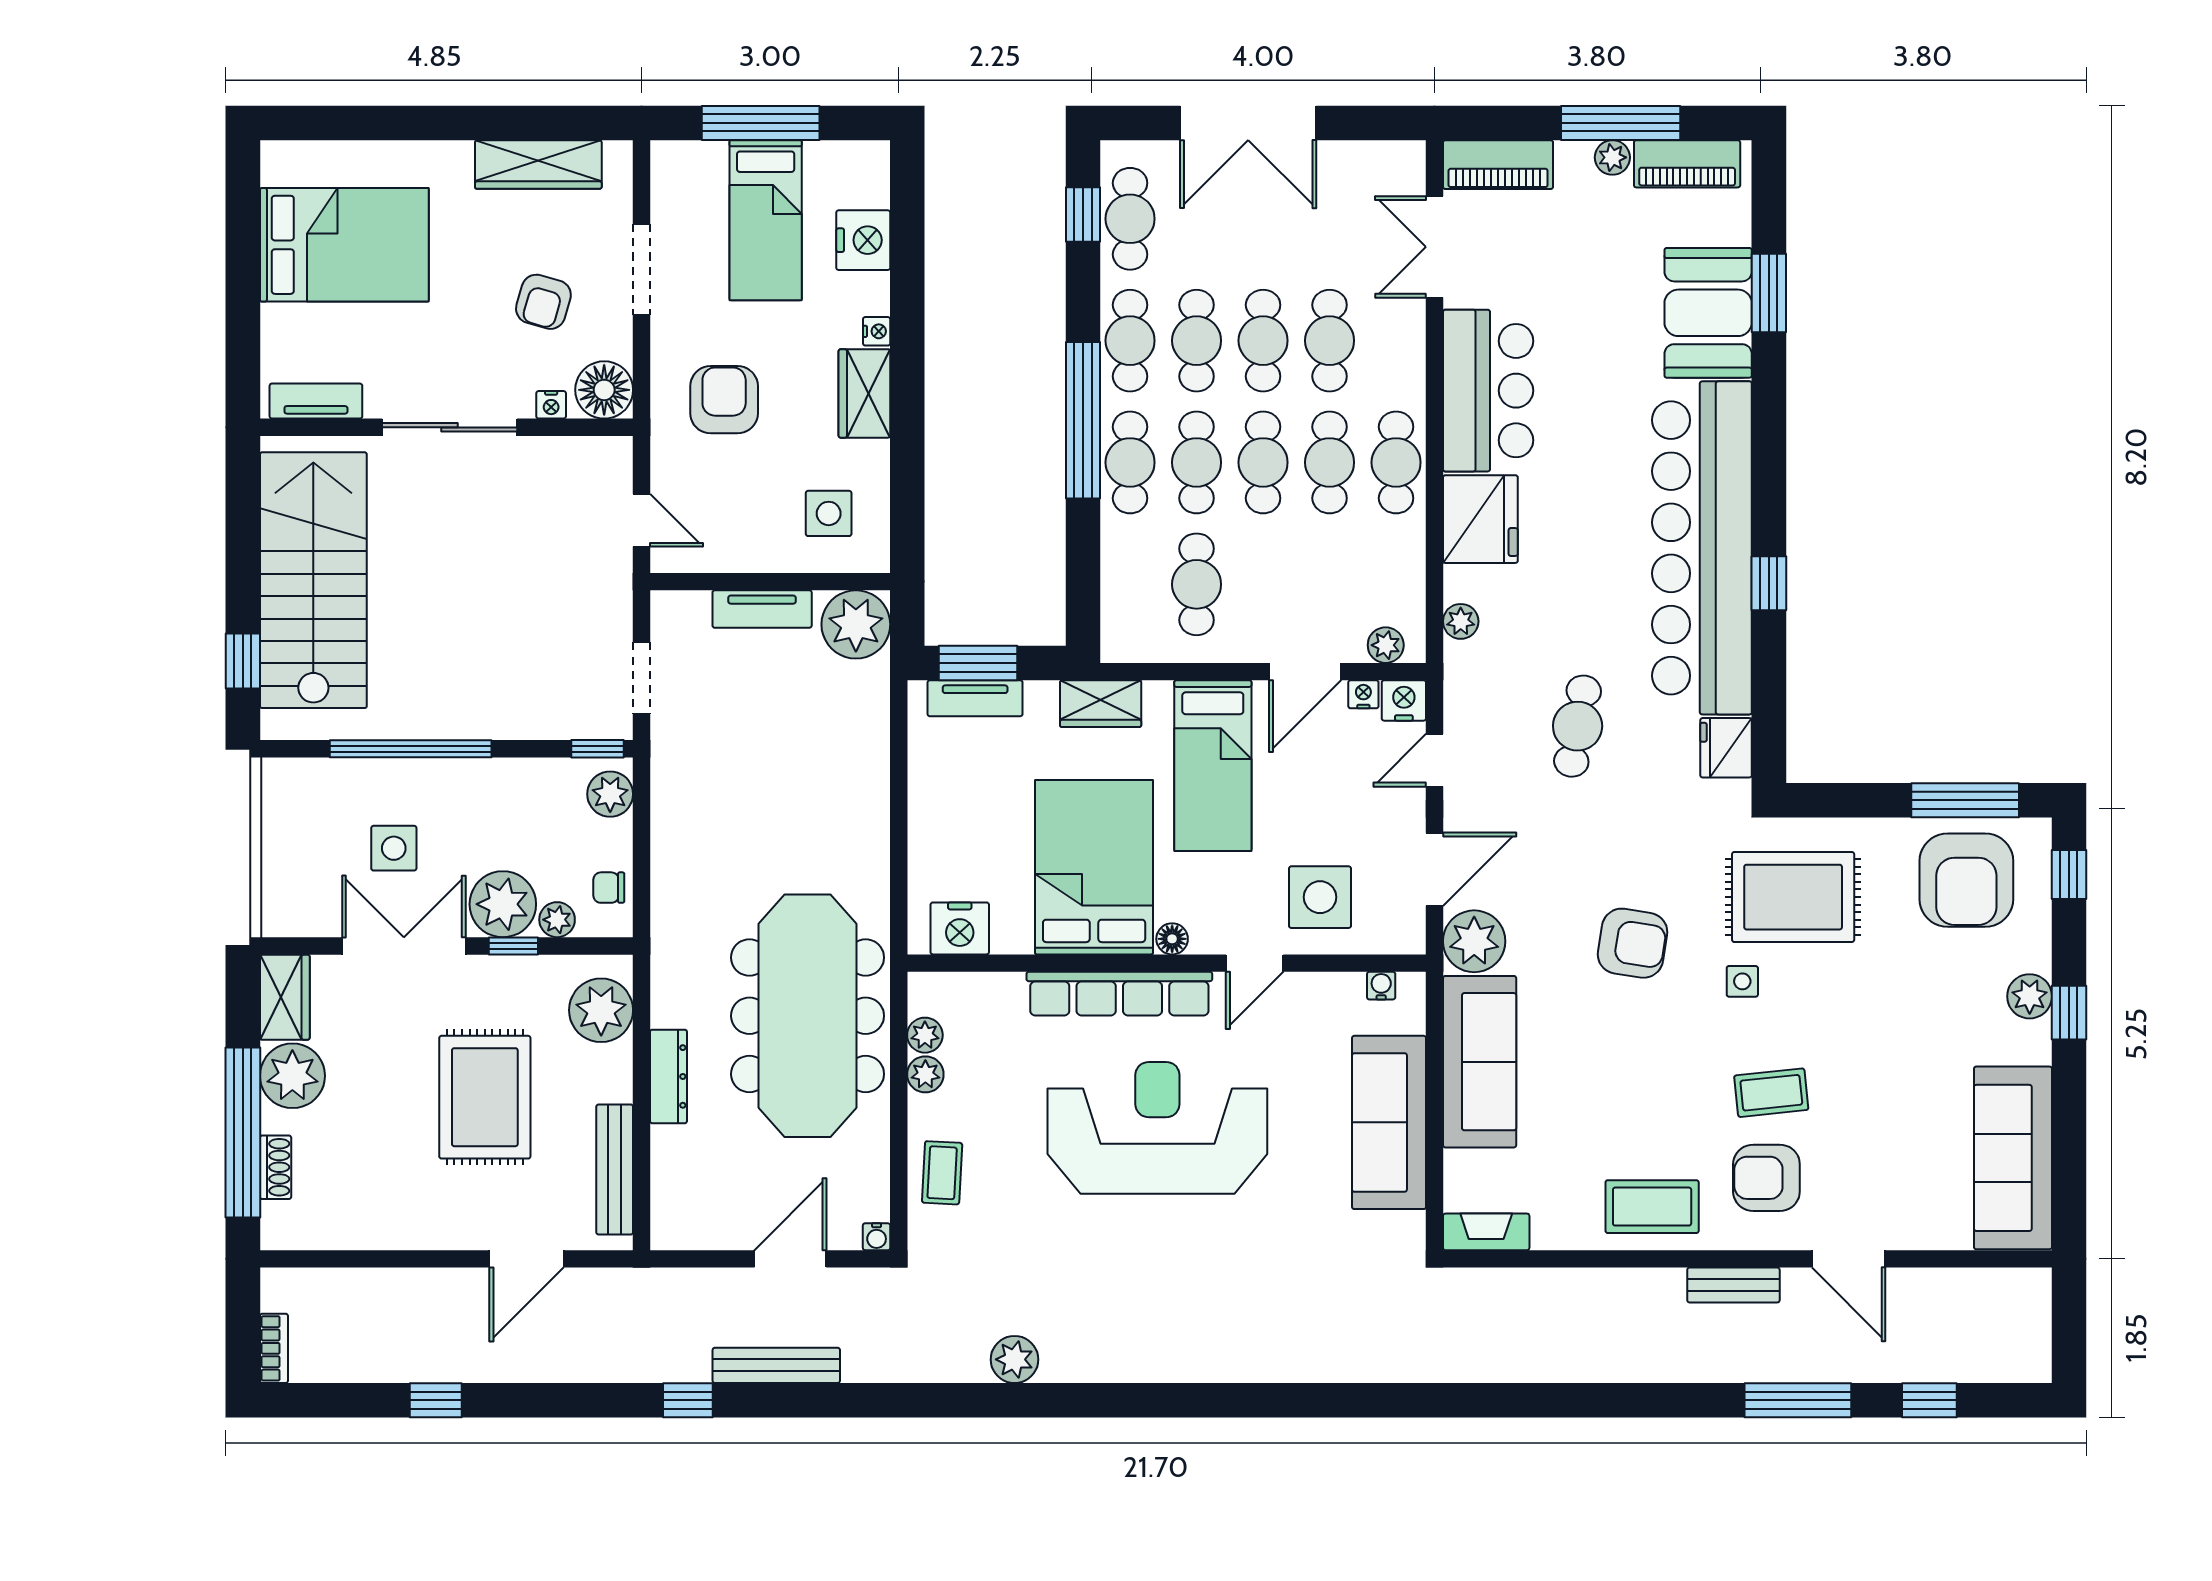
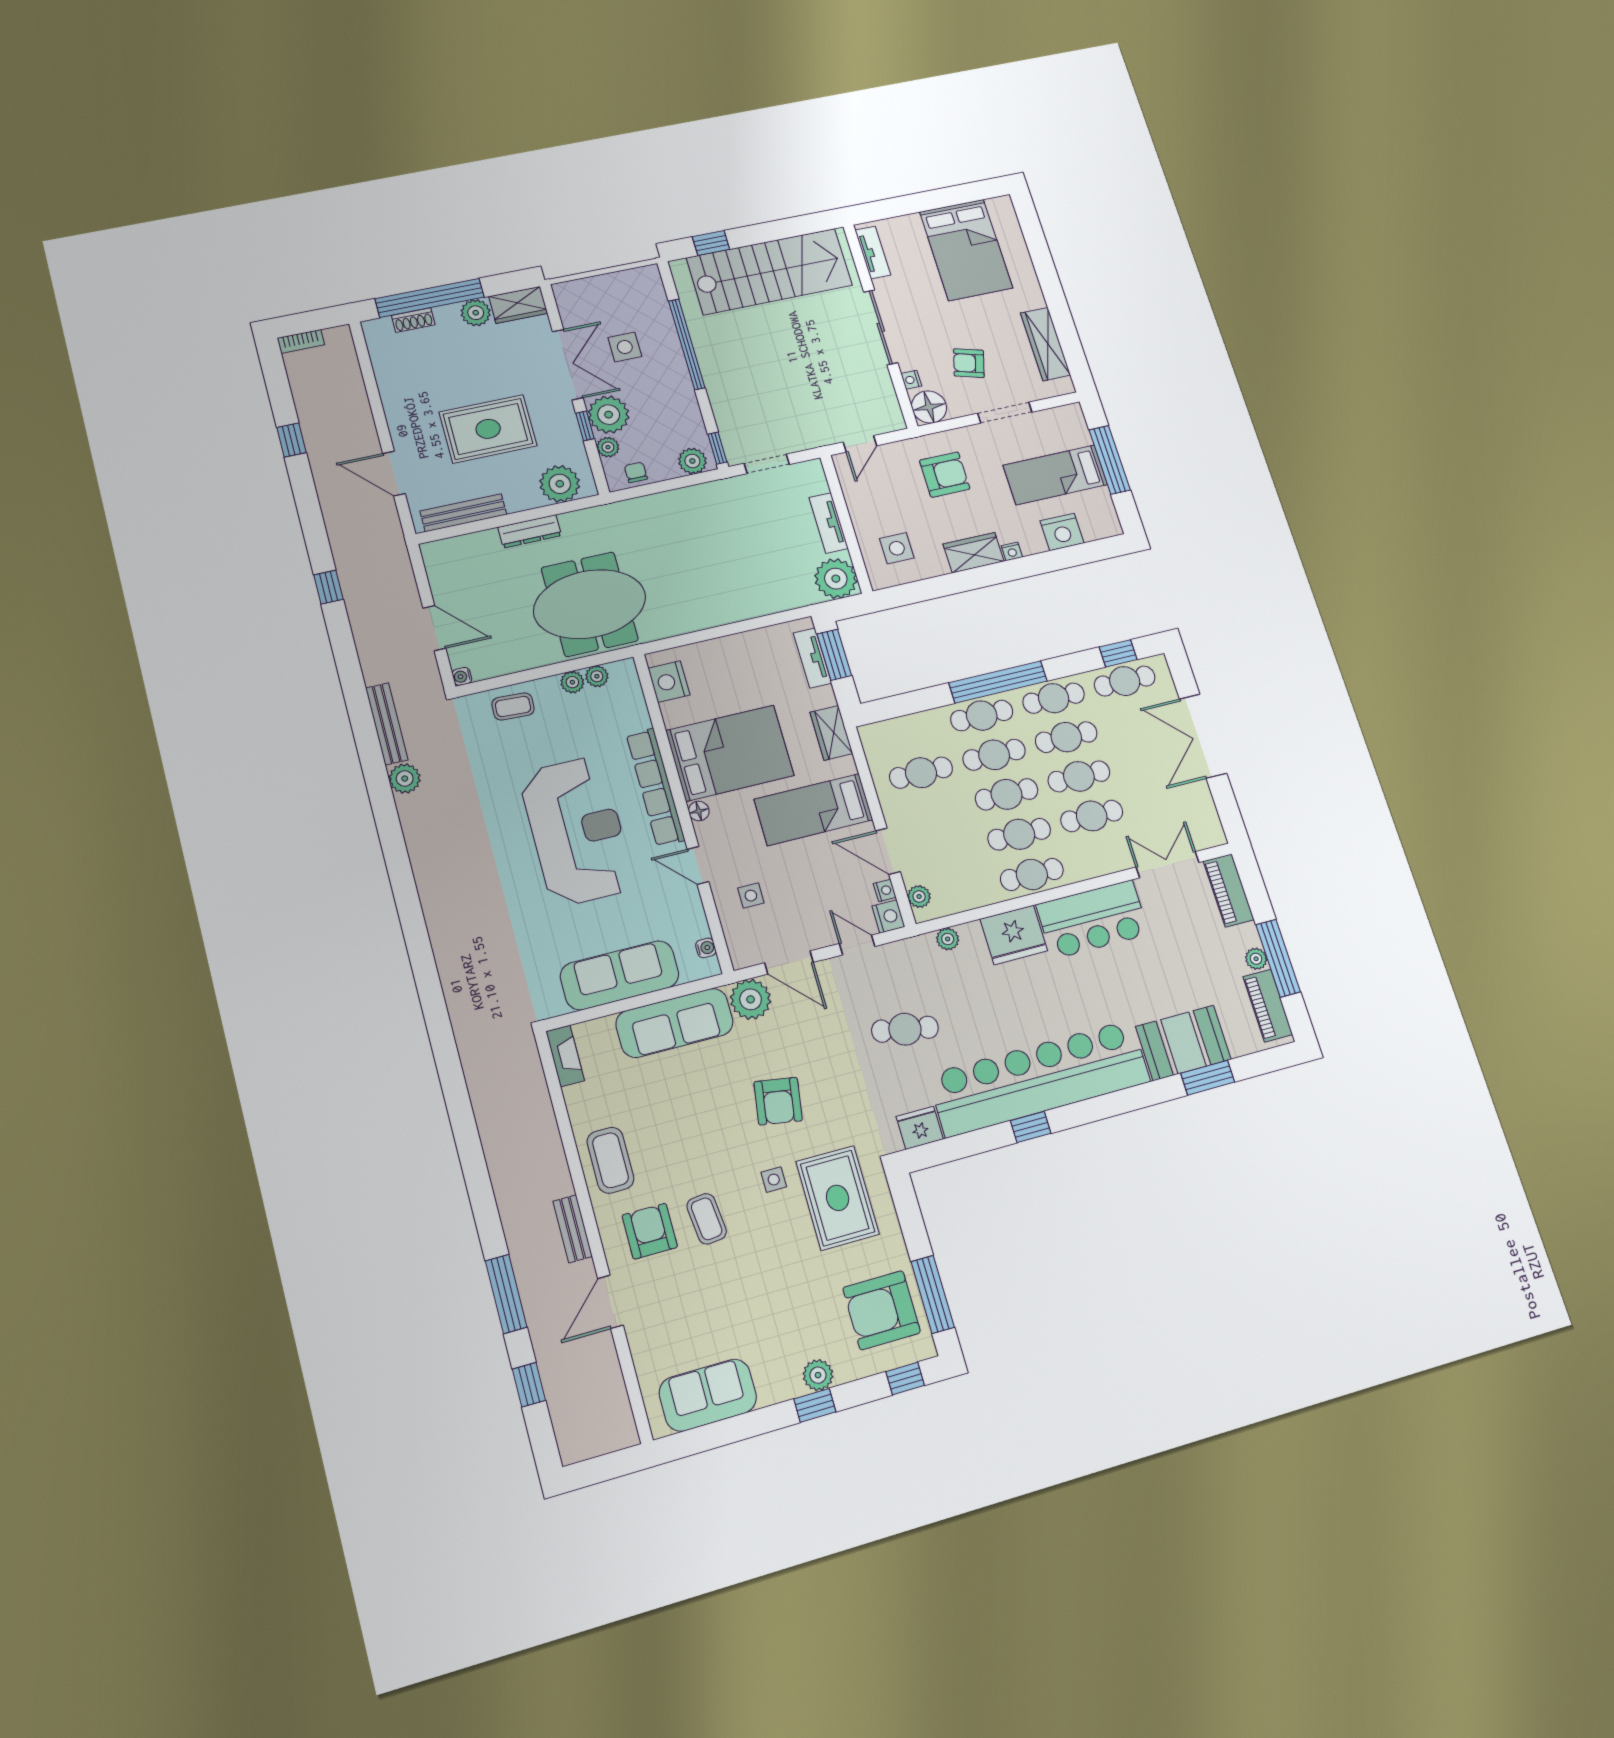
side table: (1320, 897) -> (751, 896), width x0.54, depth x0.54
meeting table: (808, 1016) -> (590, 604), width x0.73
plant: (292, 1076) -> (476, 313), width x0.73, depth x0.73
sofa: (2013, 1158) -> (708, 1395), width x0.73
bench: (776, 1365) -> (387, 724), moved

